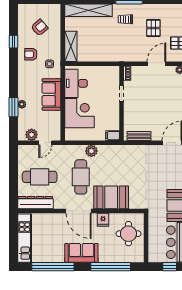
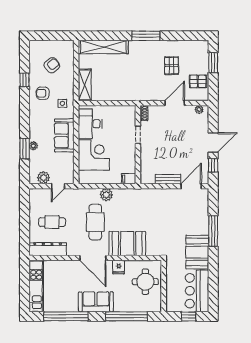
trolley: (125, 19) -> (142, 56), removed
bench: (139, 136) -> (168, 179), moved
cafe table: (40, 177) -> (52, 222), width x0.73, depth x0.74

